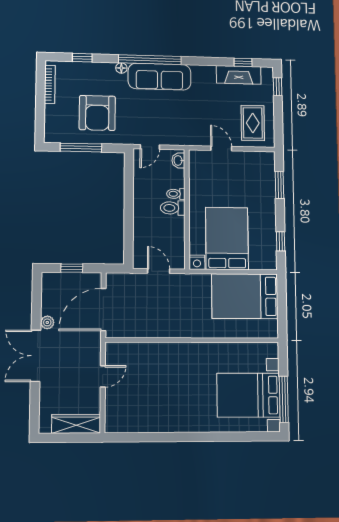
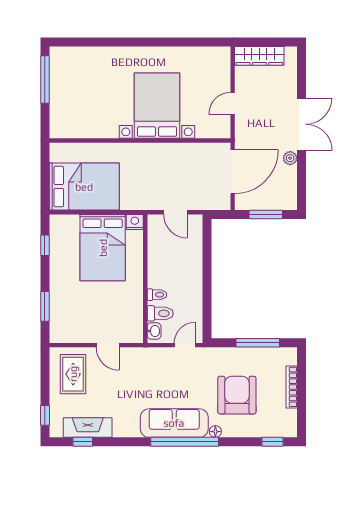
window: (82, 58) -> (272, 442), moved
bookcase: (50, 84) -> (292, 387), moved
armchair: (97, 113) -> (237, 395), moved
toilet: (173, 208) -> (160, 313), moved
window: (72, 268) -> (266, 214), width x1.50
bed with nightstands: (248, 395) -> (157, 106), moved, turned -90

